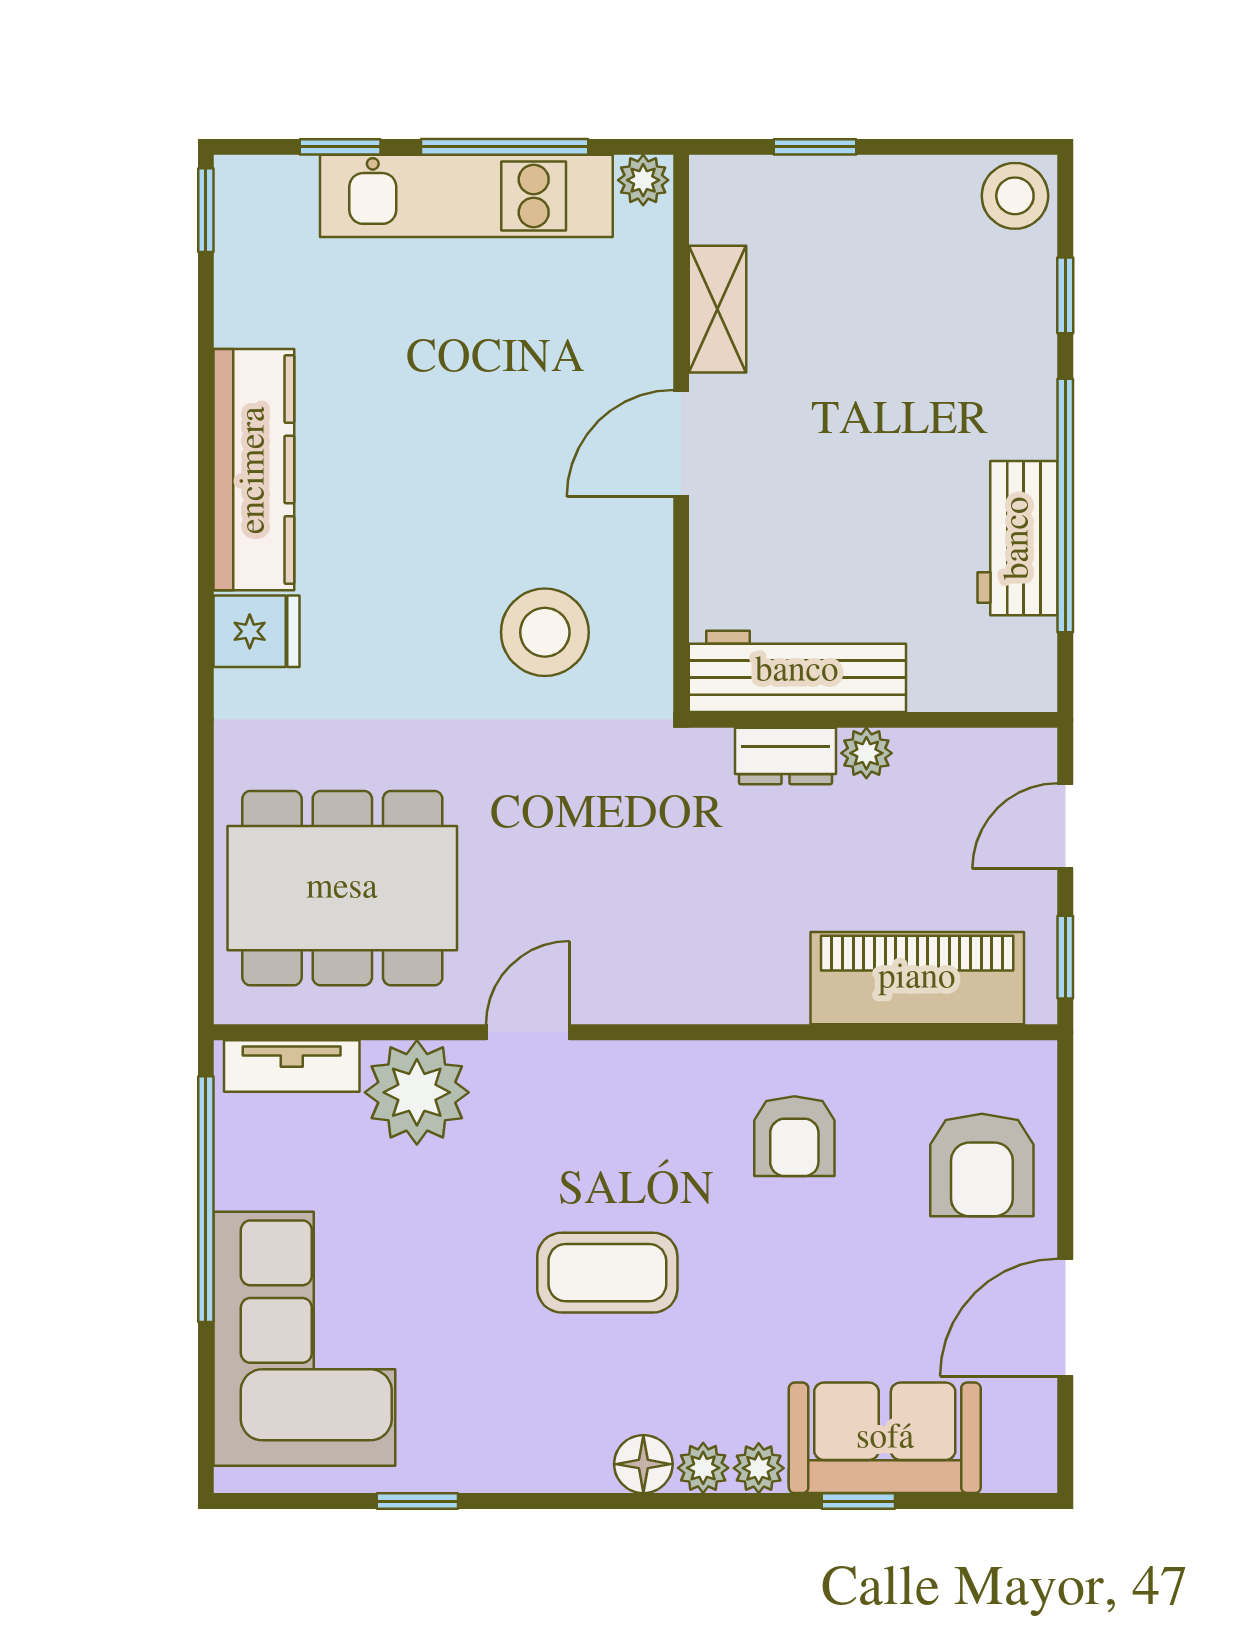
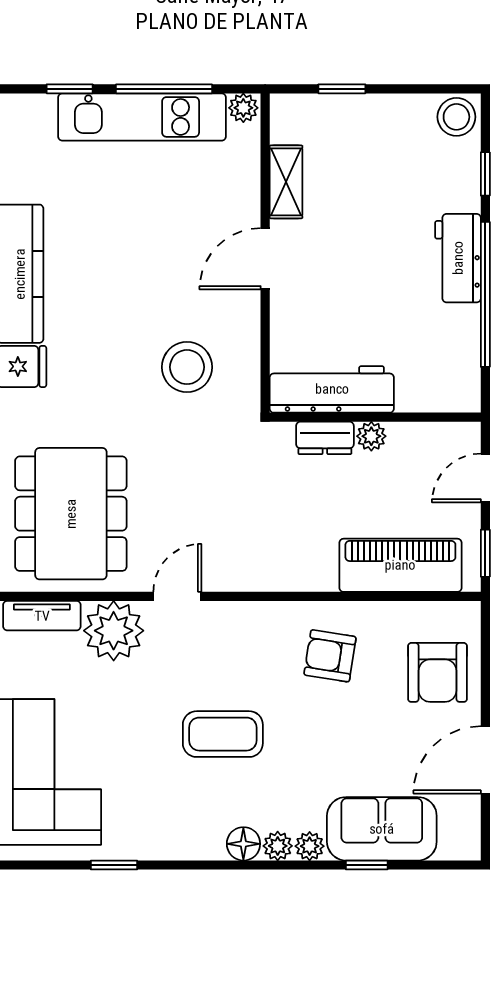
workbench: (1018, 538) -> (458, 258), moved
dining table: (342, 888) -> (71, 514), turned 90
armchair: (794, 1136) -> (330, 656), turned 99

